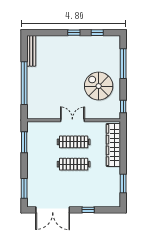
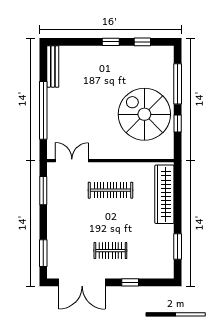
spiral stairs: (99, 86) -> (144, 114), width x1.37, depth x1.37
window: (123, 107) -> (178, 123), moved
double door: (72, 120) -> (72, 161), moved
clothes rail: (74, 164) -> (110, 251), moved, width x0.73

